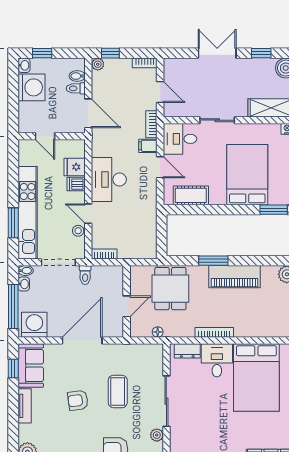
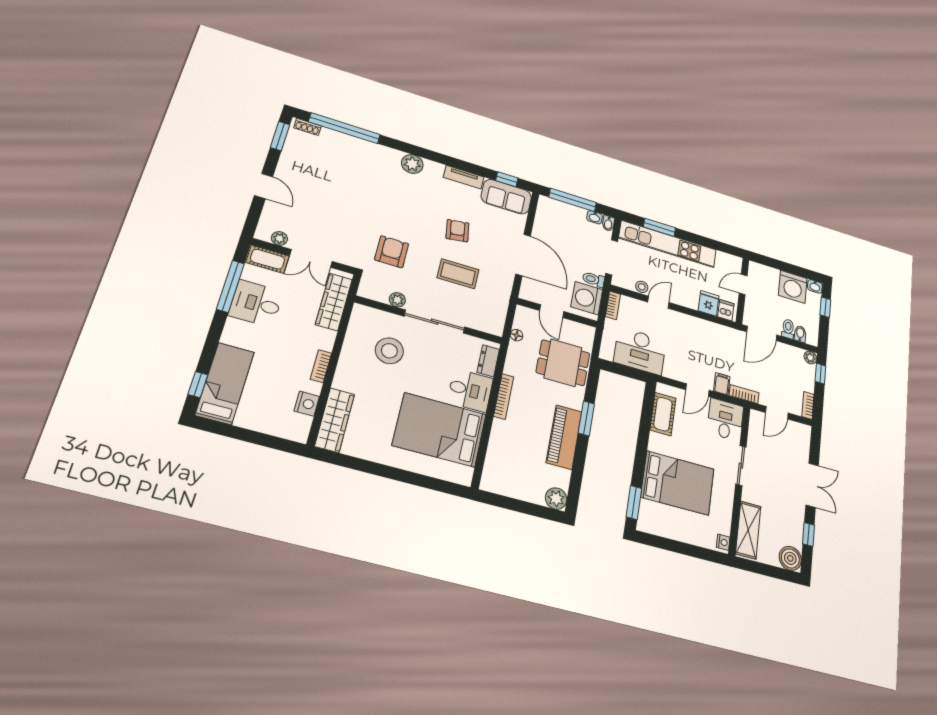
desk: (109, 180) -> (640, 351), moved, turned 180
dishwasher: (76, 184) -> (726, 310), moved
washing machine: (34, 325) -> (587, 298), moved, turned 180
stool: (202, 431) -> (389, 351), added

